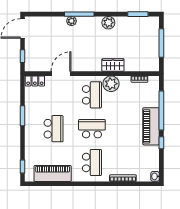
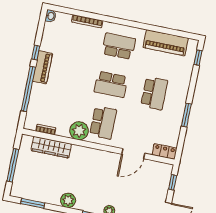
wardrobe: (113, 65) -> (51, 147), moved, width x1.50
school desk: (92, 95) -> (103, 123), turned 180
piano: (151, 126) -> (43, 67), width x0.73, depth x0.75
school desk: (54, 129) -> (154, 93), turned 180
school desk: (92, 162) -> (119, 46), turned 90

